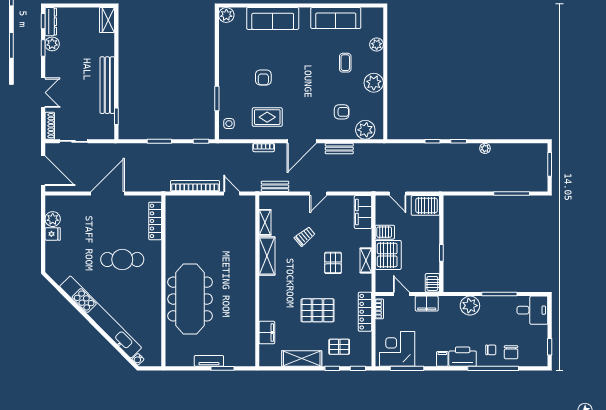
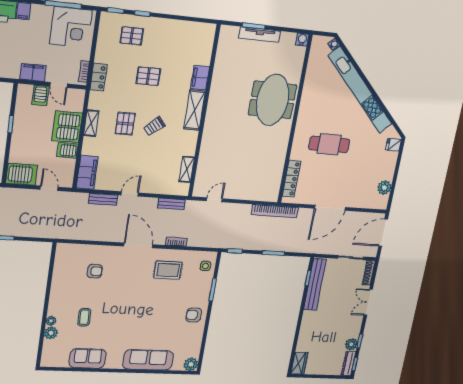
sofa: (336, 18) -> (88, 358), width x0.73
armchair: (263, 78) -> (194, 315), moved, turned -90
plant: (374, 83) -> (51, 321), moved, width x0.53, depth x0.53
bench: (107, 85) -> (315, 285), moved
armchair: (342, 112) -> (95, 271), turned 180
plant: (365, 130) -> (73, 253), removed
door: (302, 141) -> (138, 245), hinge flipped
bench: (339, 149) -> (103, 199), moved
door: (43, 171) -> (383, 233), hinge flipped
bookcase: (195, 186) -> (275, 211), moved
door: (232, 193) -> (214, 200), swing flipped
fridge: (53, 234) -> (393, 145), moved
trolley: (305, 236) -> (154, 126), moved
shelving: (267, 256) -> (195, 110), moved
server rack: (432, 283) -> (40, 95), moved
meeting table: (190, 299) -> (273, 100), width x0.73
pallet: (318, 310) -> (148, 76), width x0.67, depth x0.71
locker: (365, 312) -> (99, 77), width x0.66
filing cabinet: (267, 332) -> (200, 78), moved
shelving: (302, 358) -> (172, 28), removed
water cooler: (171, 361) -> (302, 40), added
tv unit: (209, 361) -> (260, 35), width x1.41

